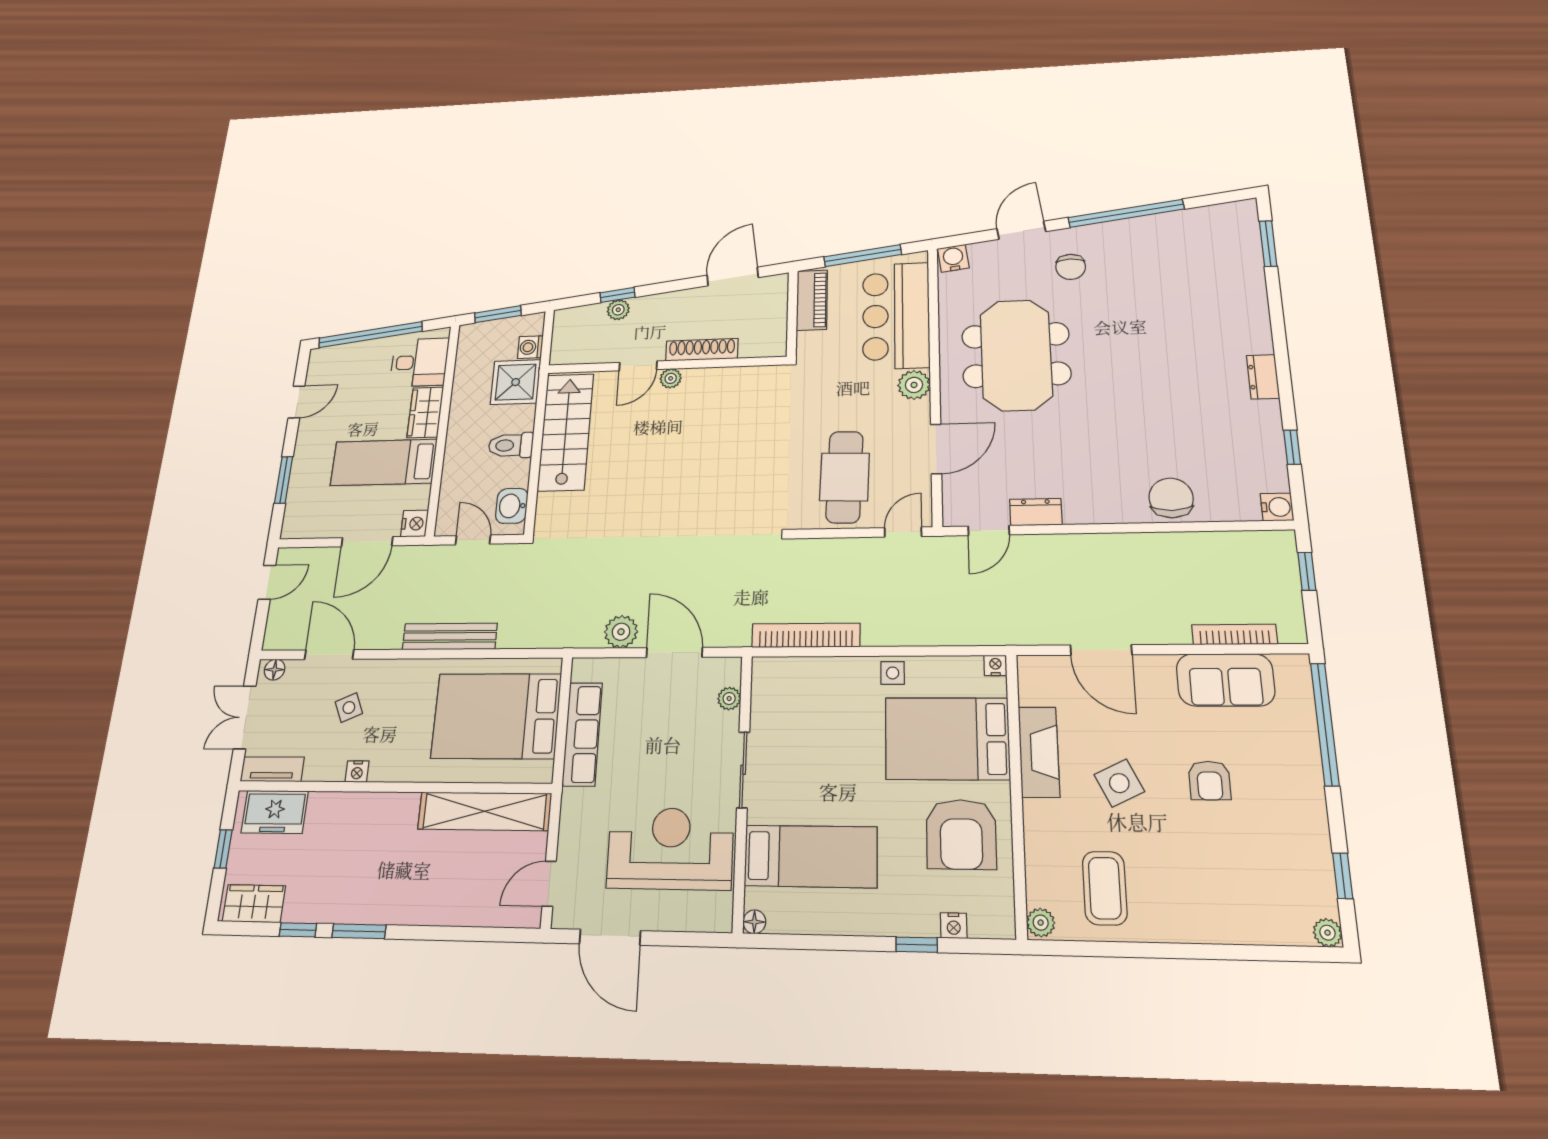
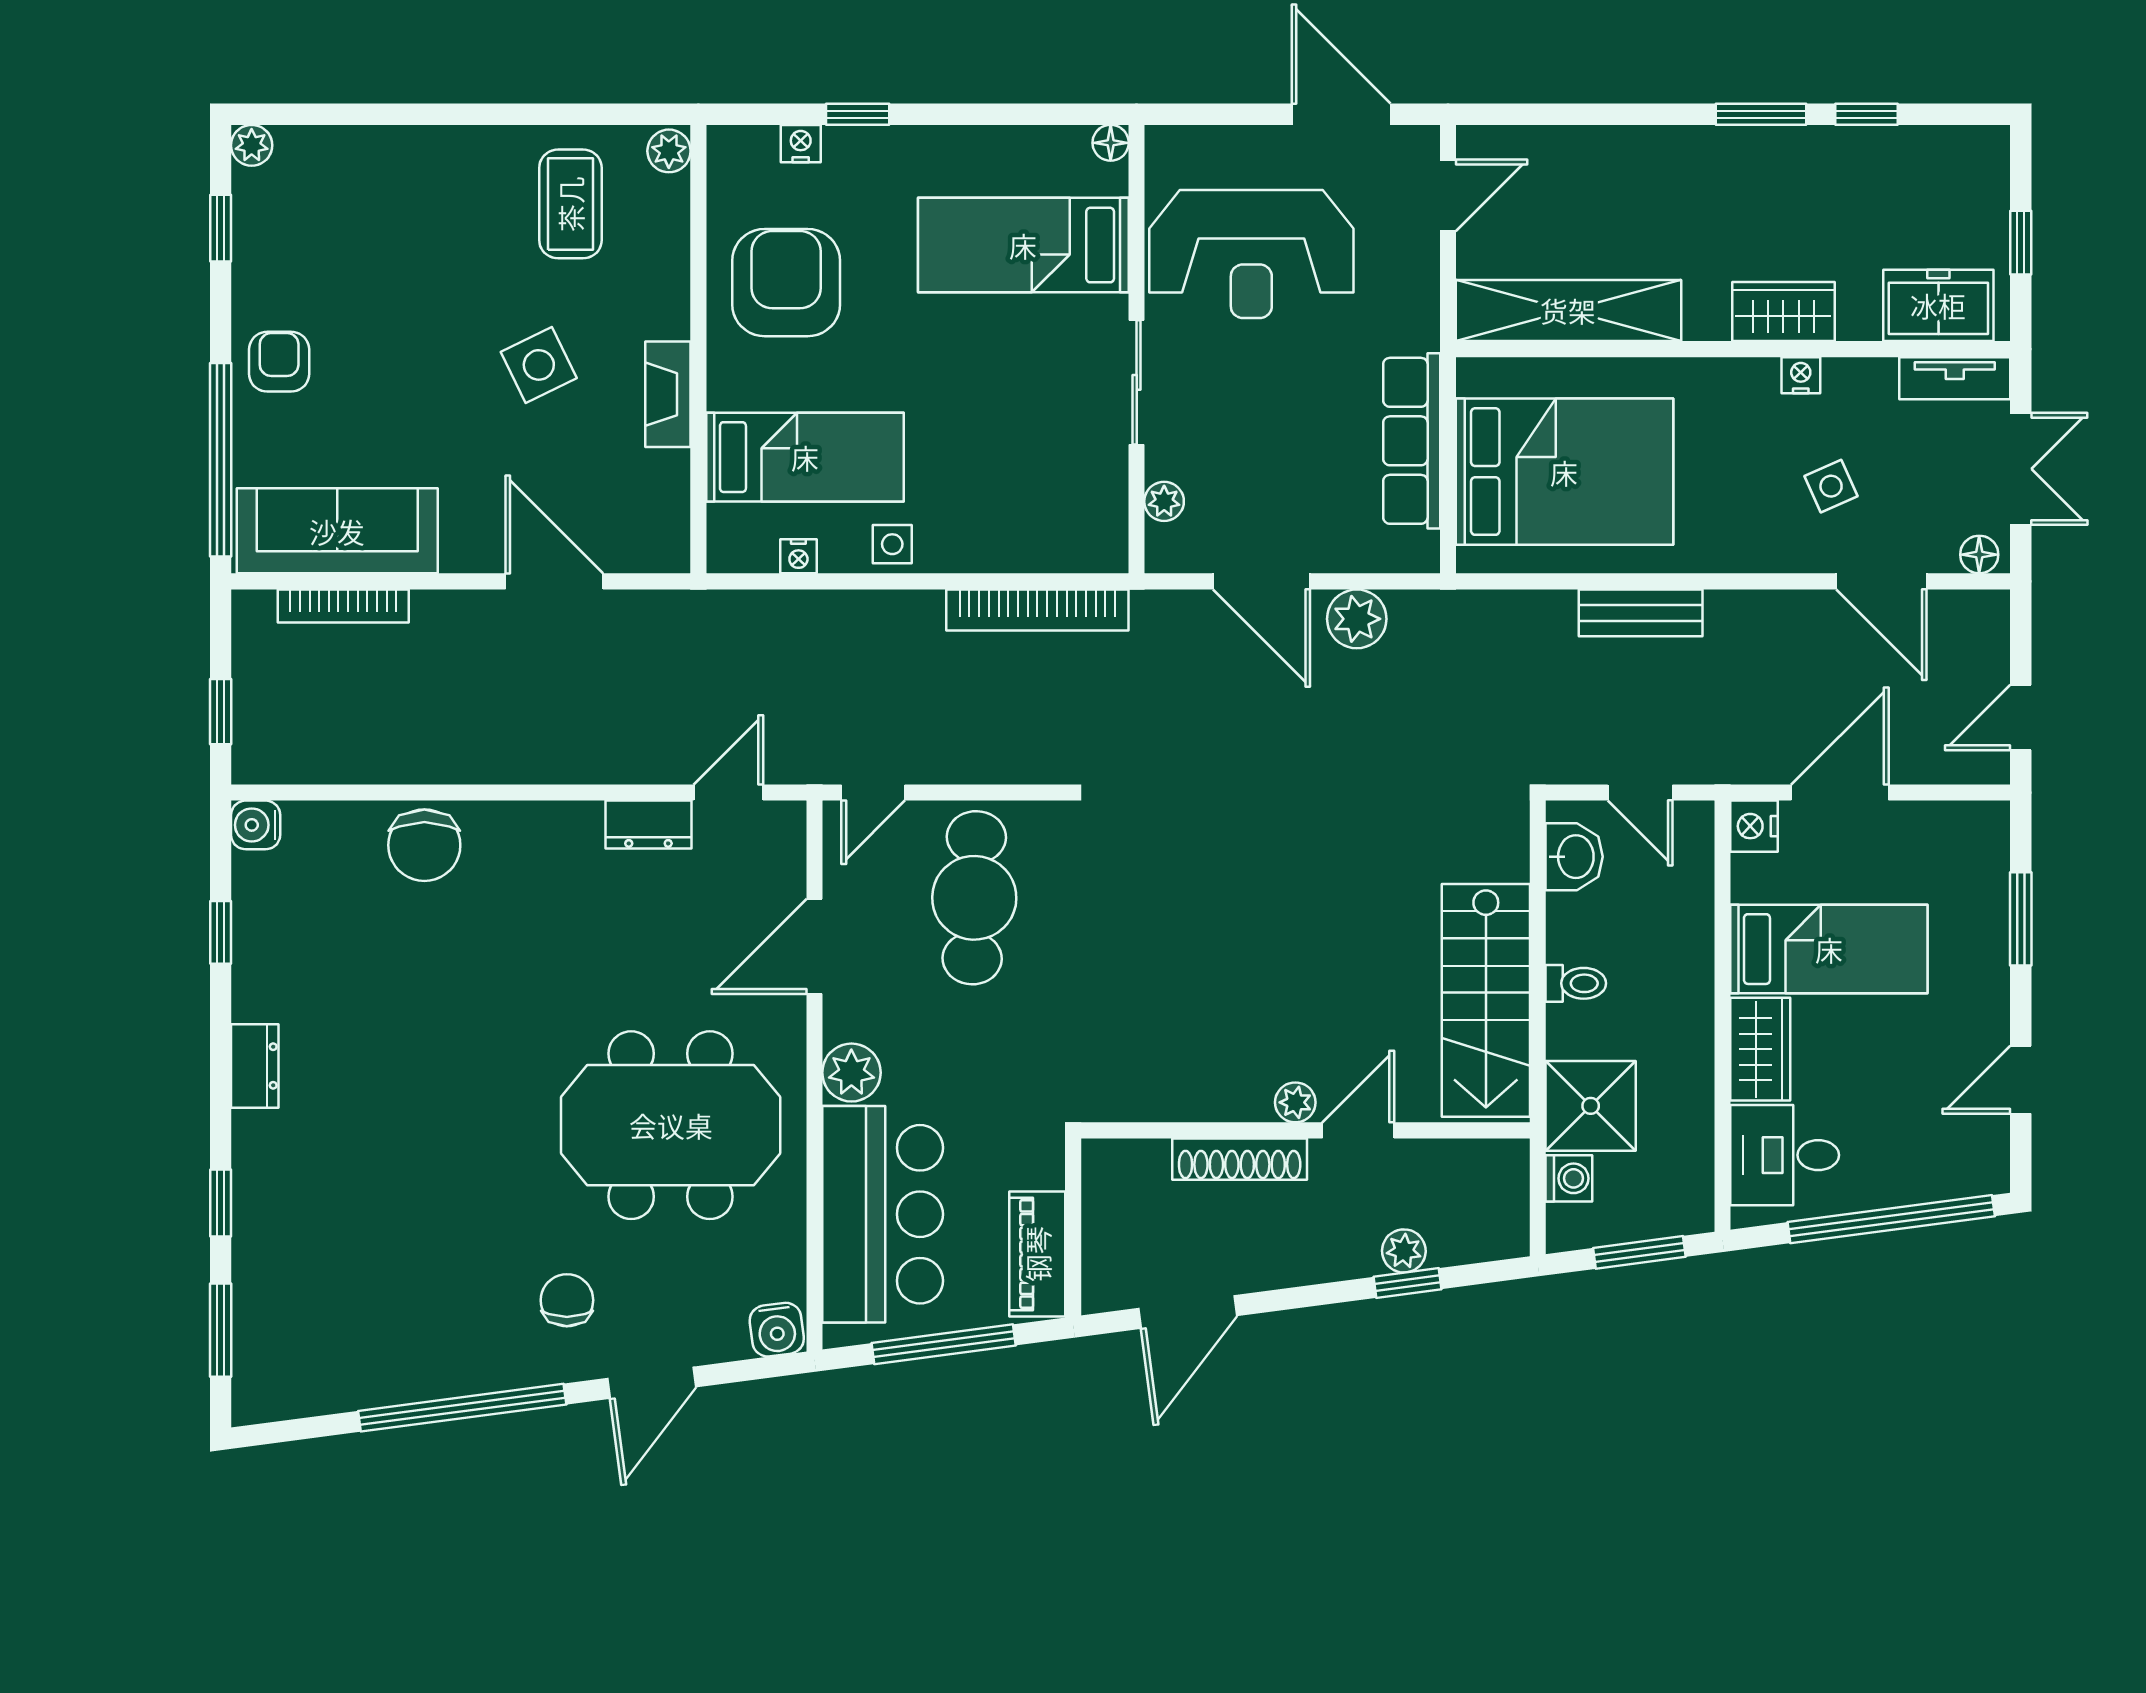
window: (1275, 306) -> (221, 1203), added
meeting table: (1016, 355) -> (671, 1125), turned 90
toilet: (511, 445) -> (1576, 983), width x0.73, depth x0.72
bench: (450, 636) -> (1641, 613), width x0.73
nightstand: (995, 665) -> (798, 556), moved
sofa: (1225, 680) -> (337, 531), width x1.36
bed: (947, 739) -> (805, 457), width x0.67
fireplace: (1039, 752) -> (668, 394), width x0.73, depth x0.76
armchair: (1210, 780) -> (279, 362), moved
wardrobe: (254, 904) -> (1783, 312), moved, turned 180

